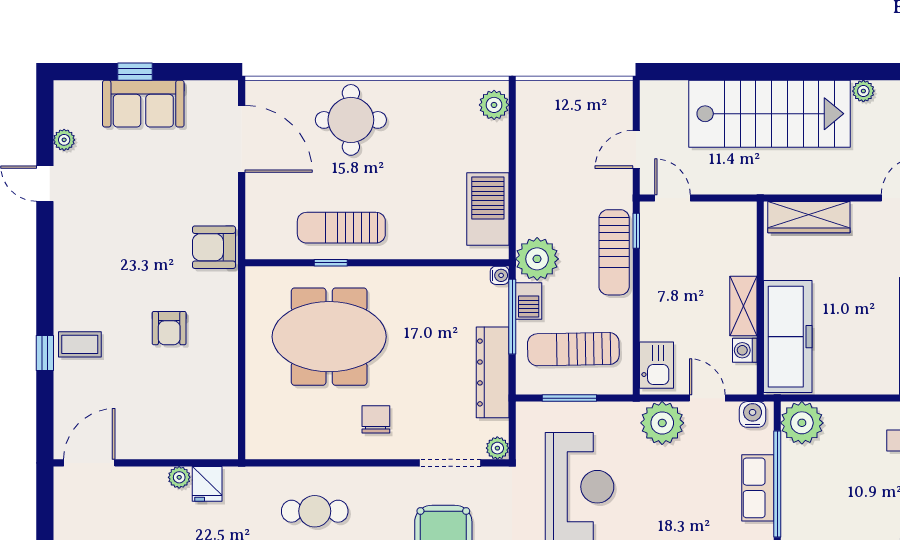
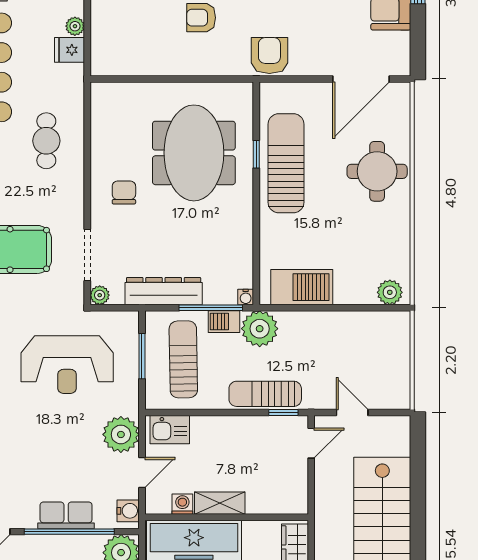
sun lounger: (341, 228) -> (286, 163), width x1.36, depth x1.34
chair: (376, 419) -> (124, 192), turned -90

